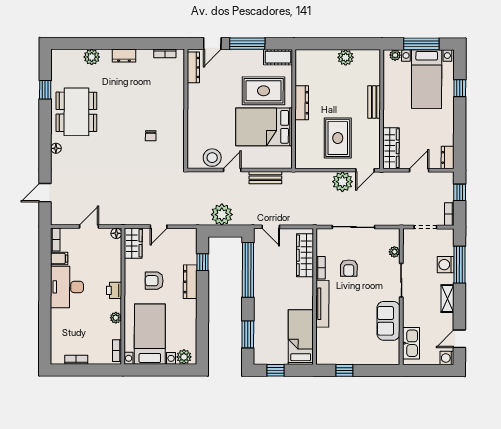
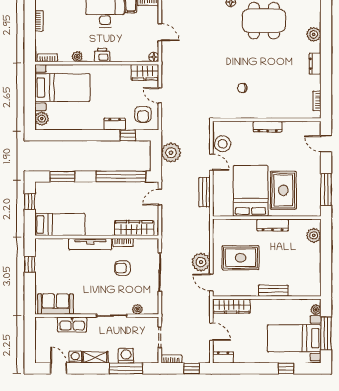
window: (247, 44) -> (326, 190), moved
cot: (278, 57) -> (314, 203), removed
plant: (346, 57) -> (314, 235), moved
dresser: (193, 67) -> (268, 127), moved
armchair: (154, 281) -> (143, 114), moved, turned 180
dresser: (190, 282) -> (115, 124), width x0.70
sofa: (388, 321) -> (55, 304), moved
kitchen sink: (411, 343) -> (72, 324), moved
washing machine: (447, 358) -> (75, 357), moved

